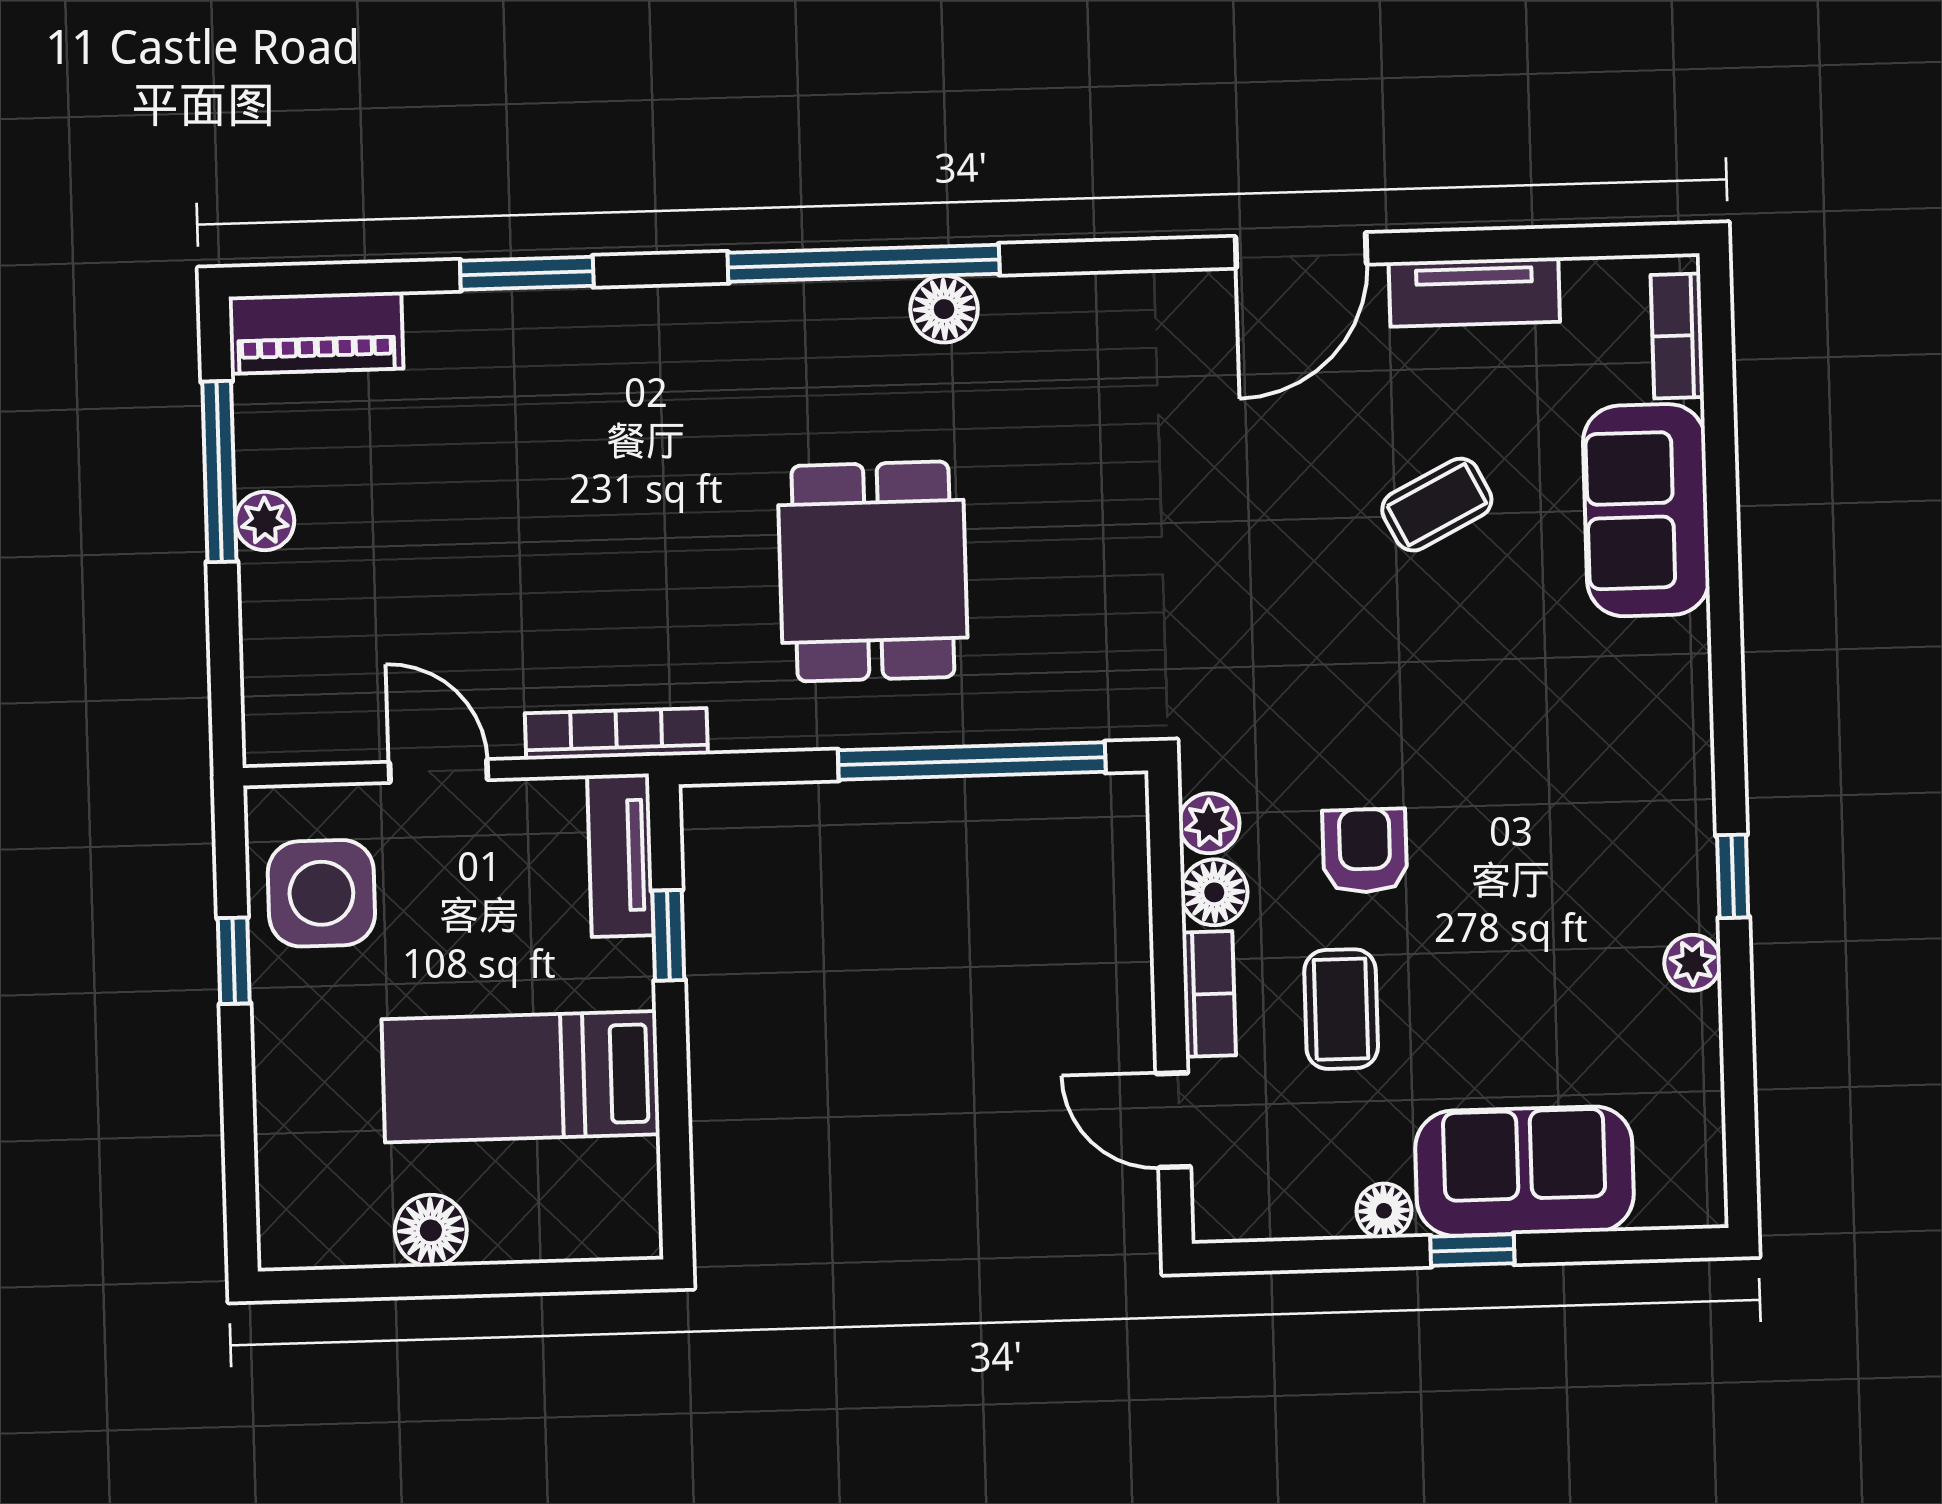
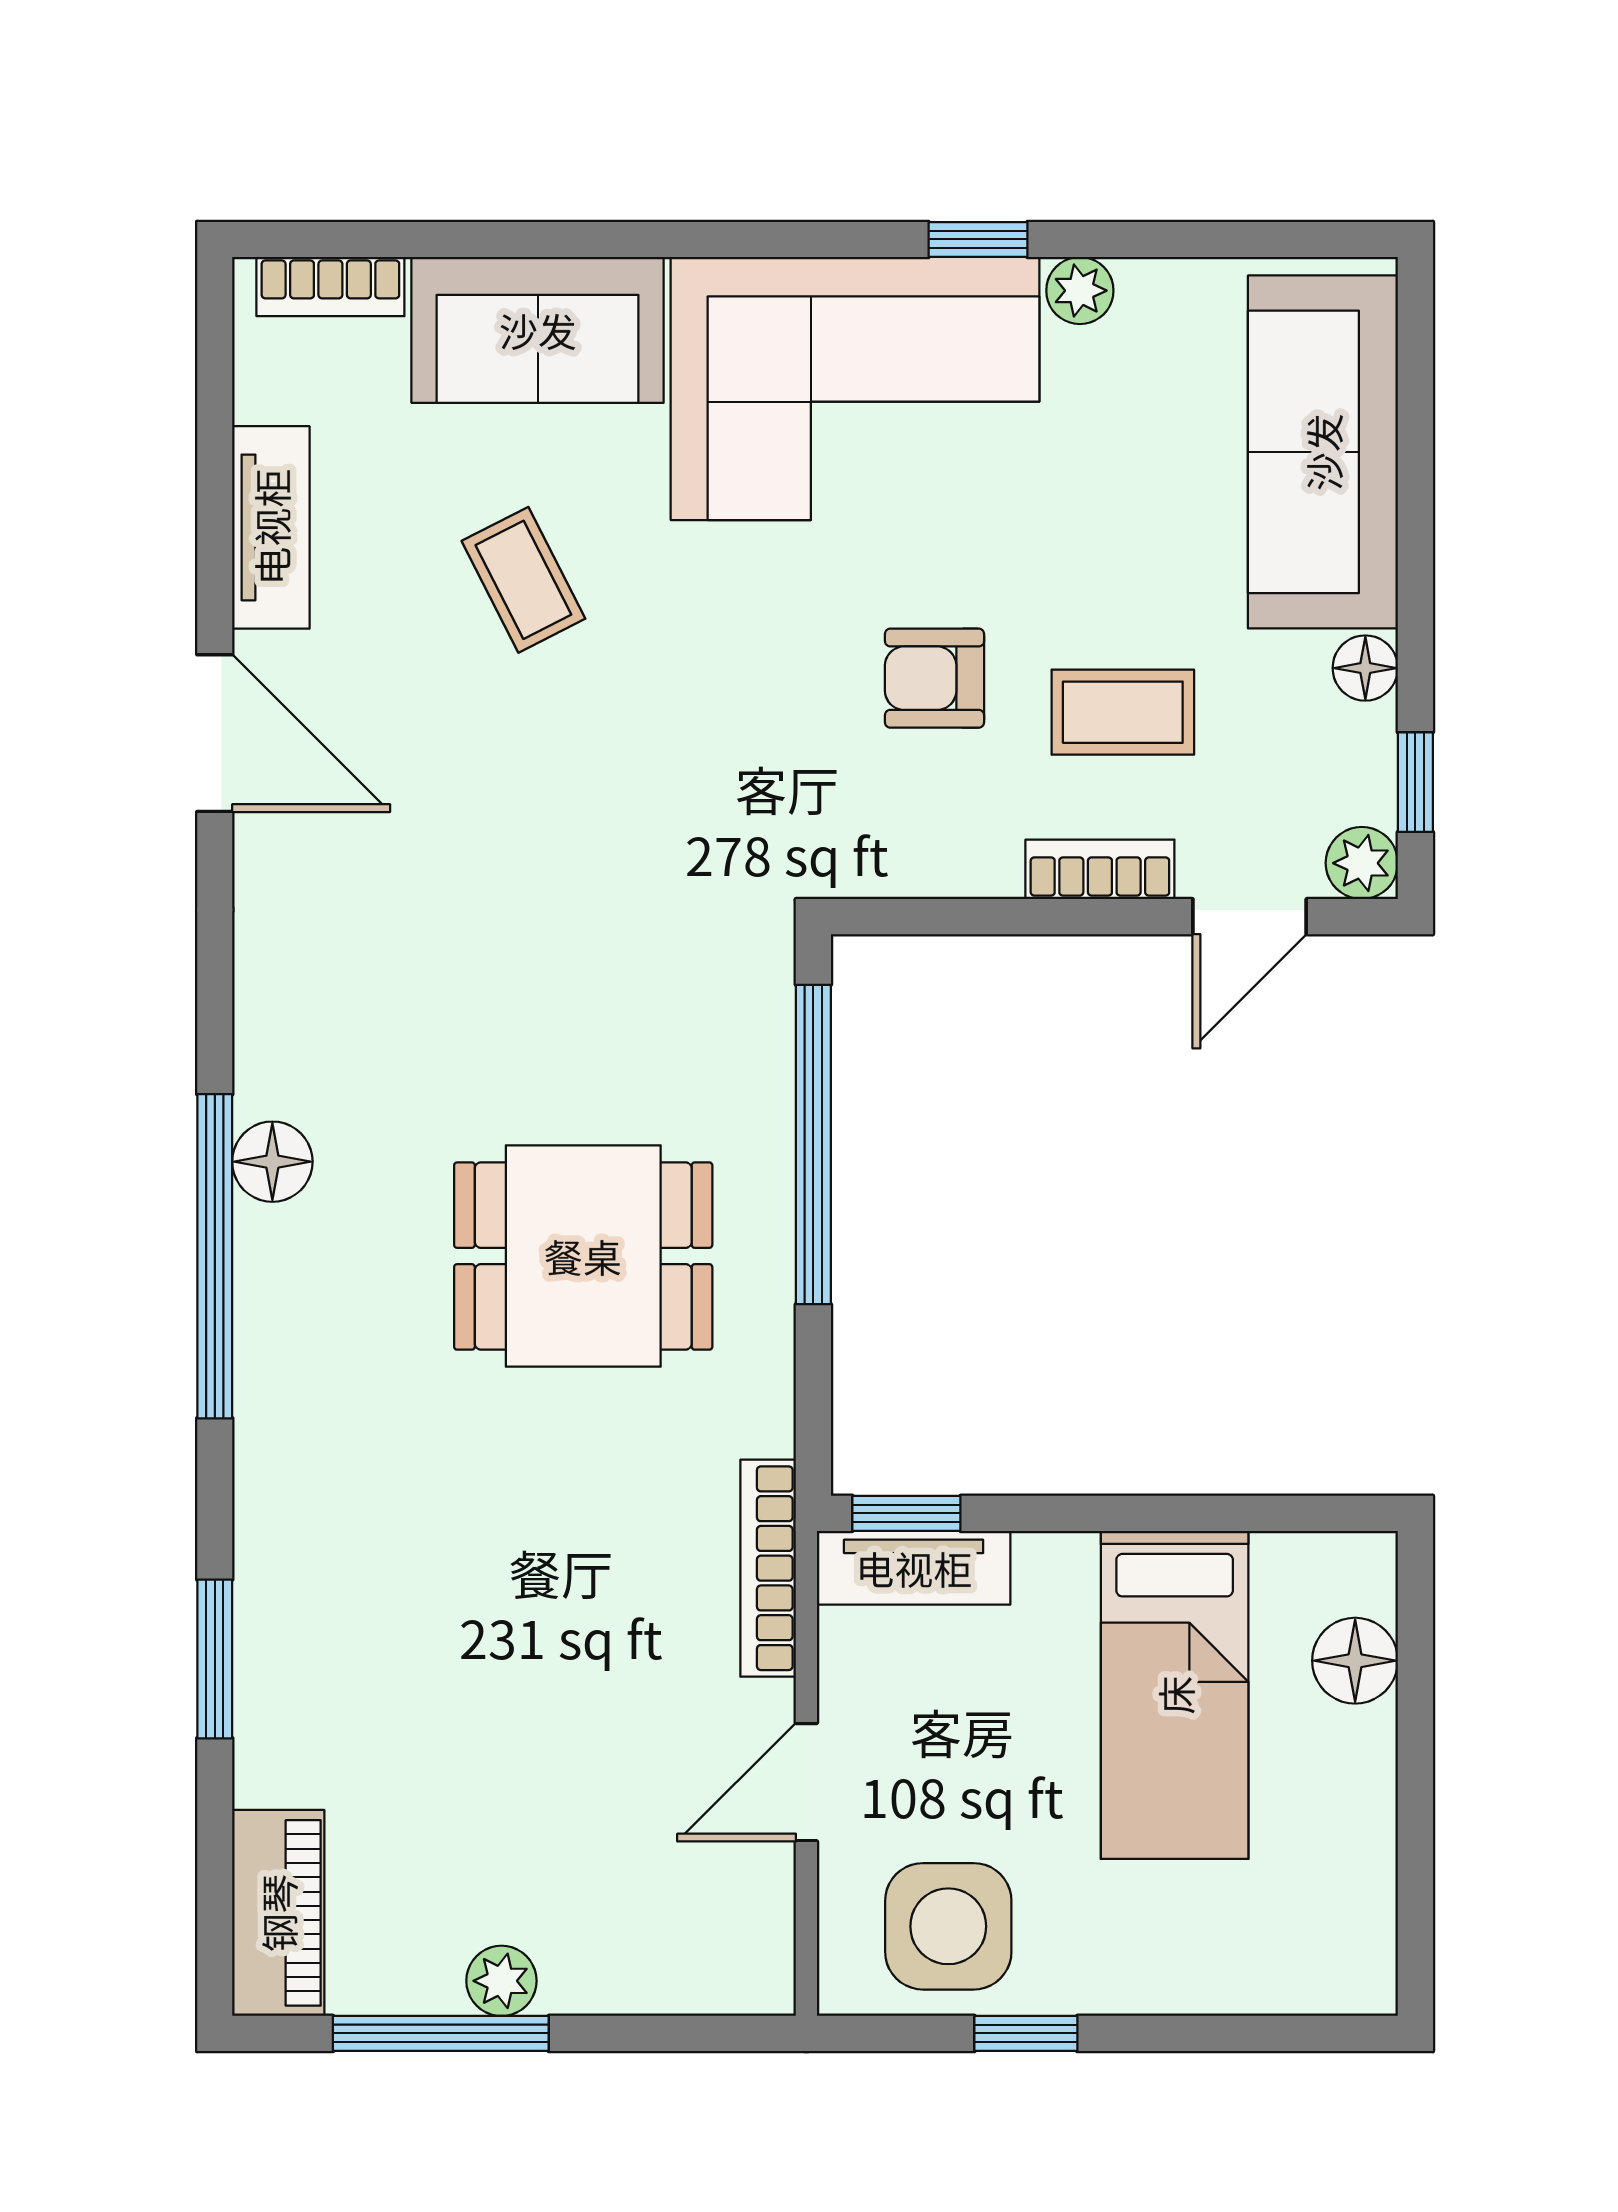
corner sofa: (1605, 777) -> (855, 388), added
plant: (1209, 823) -> (1362, 863), moved
floor lamp: (1214, 892) -> (979, 860), removed
window: (668, 935) -> (906, 1513), moved
sofa: (1525, 1171) -> (1323, 452), width x1.36
floor lamp: (431, 1230) -> (1355, 1661), moved
window: (1472, 1250) -> (1415, 782), moved

